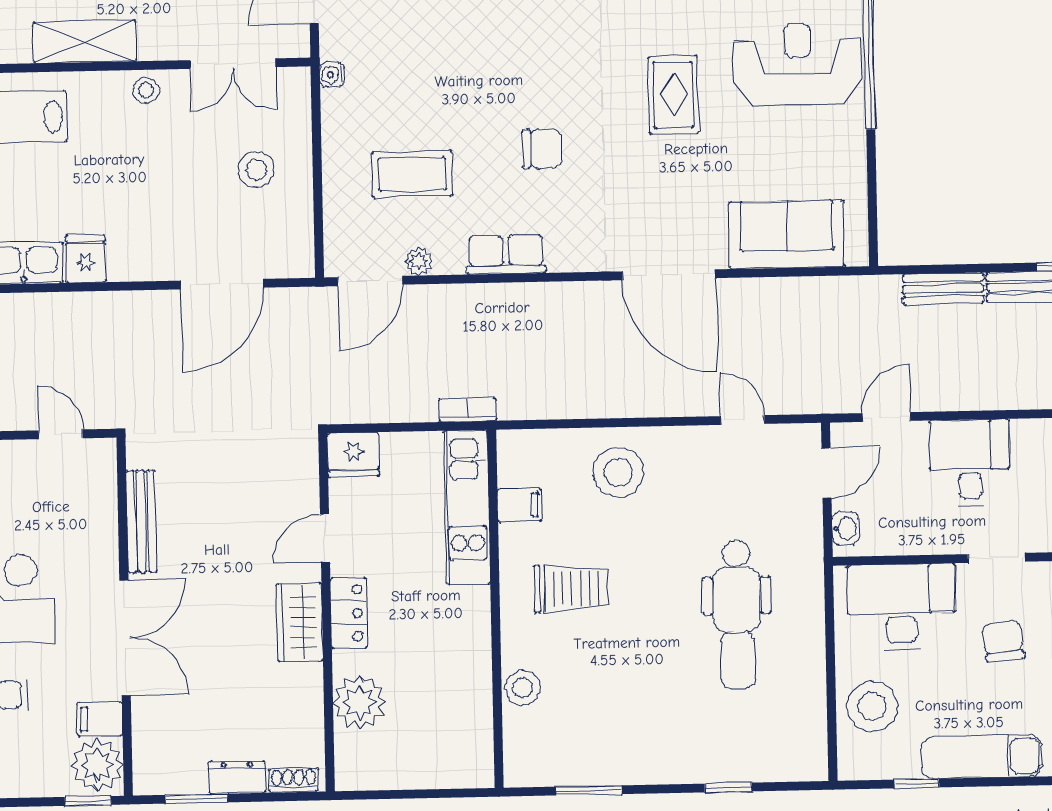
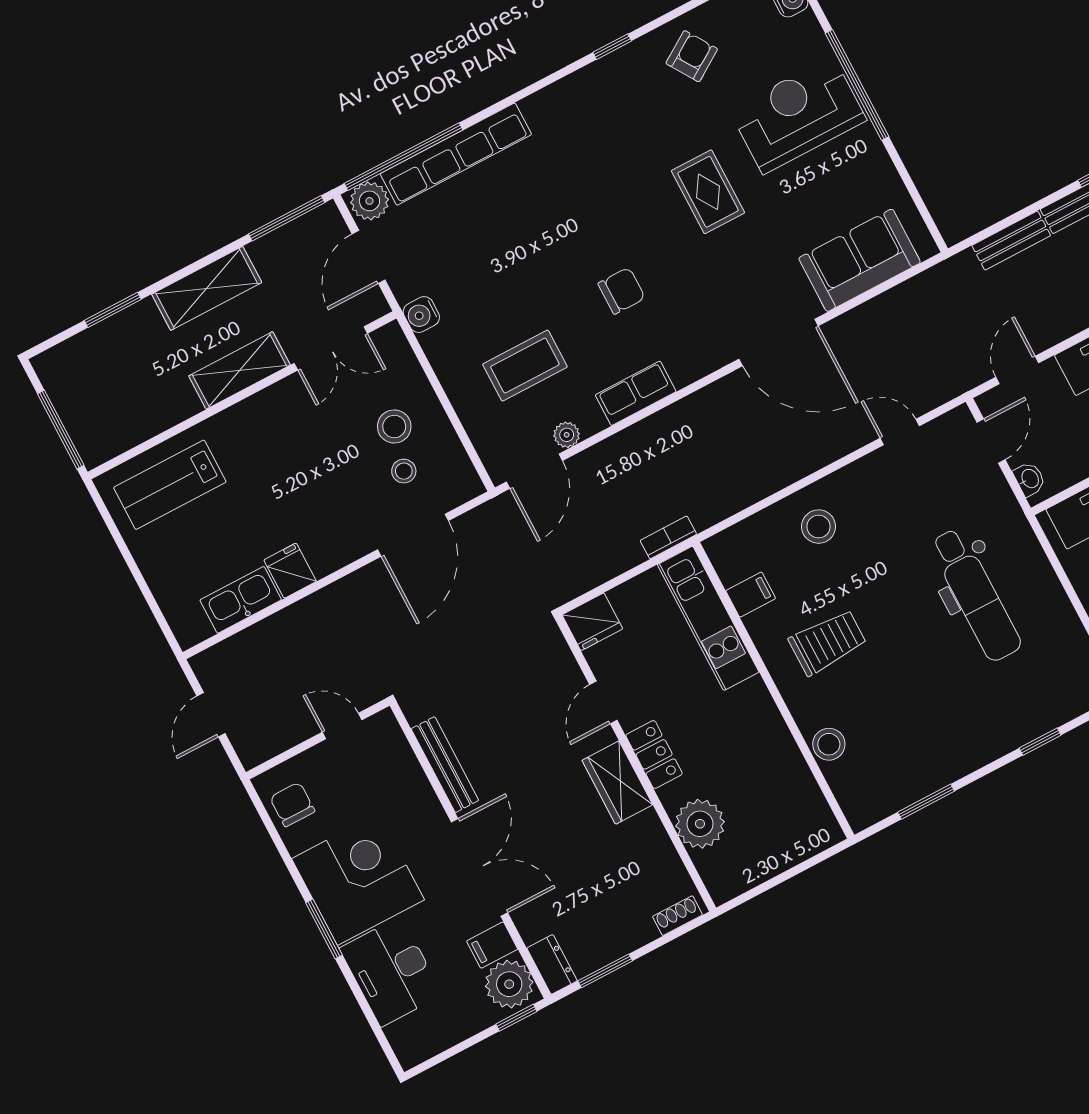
shelving: (85, 42) -> (239, 370), moved
water cooler: (332, 75) -> (421, 315), width x1.38, depth x1.38
stool: (146, 90) -> (404, 471), moved
stool: (618, 472) -> (819, 527), width x0.73, depth x0.73
dresser: (237, 777) -> (552, 964), moved, turned 90

